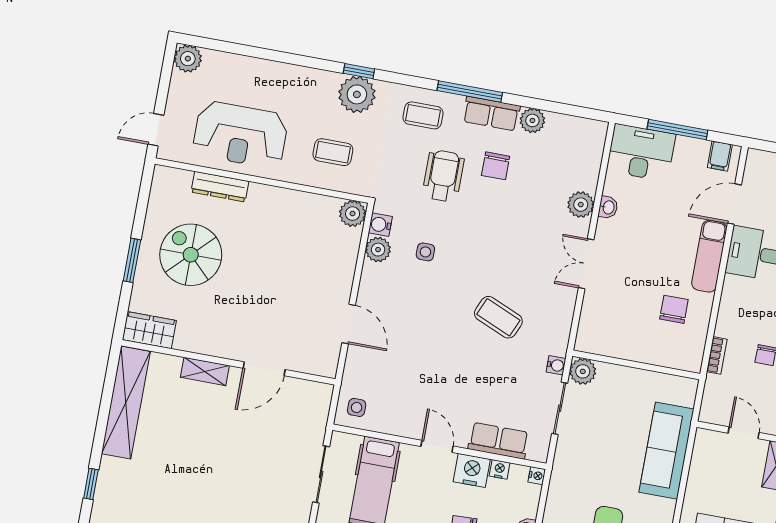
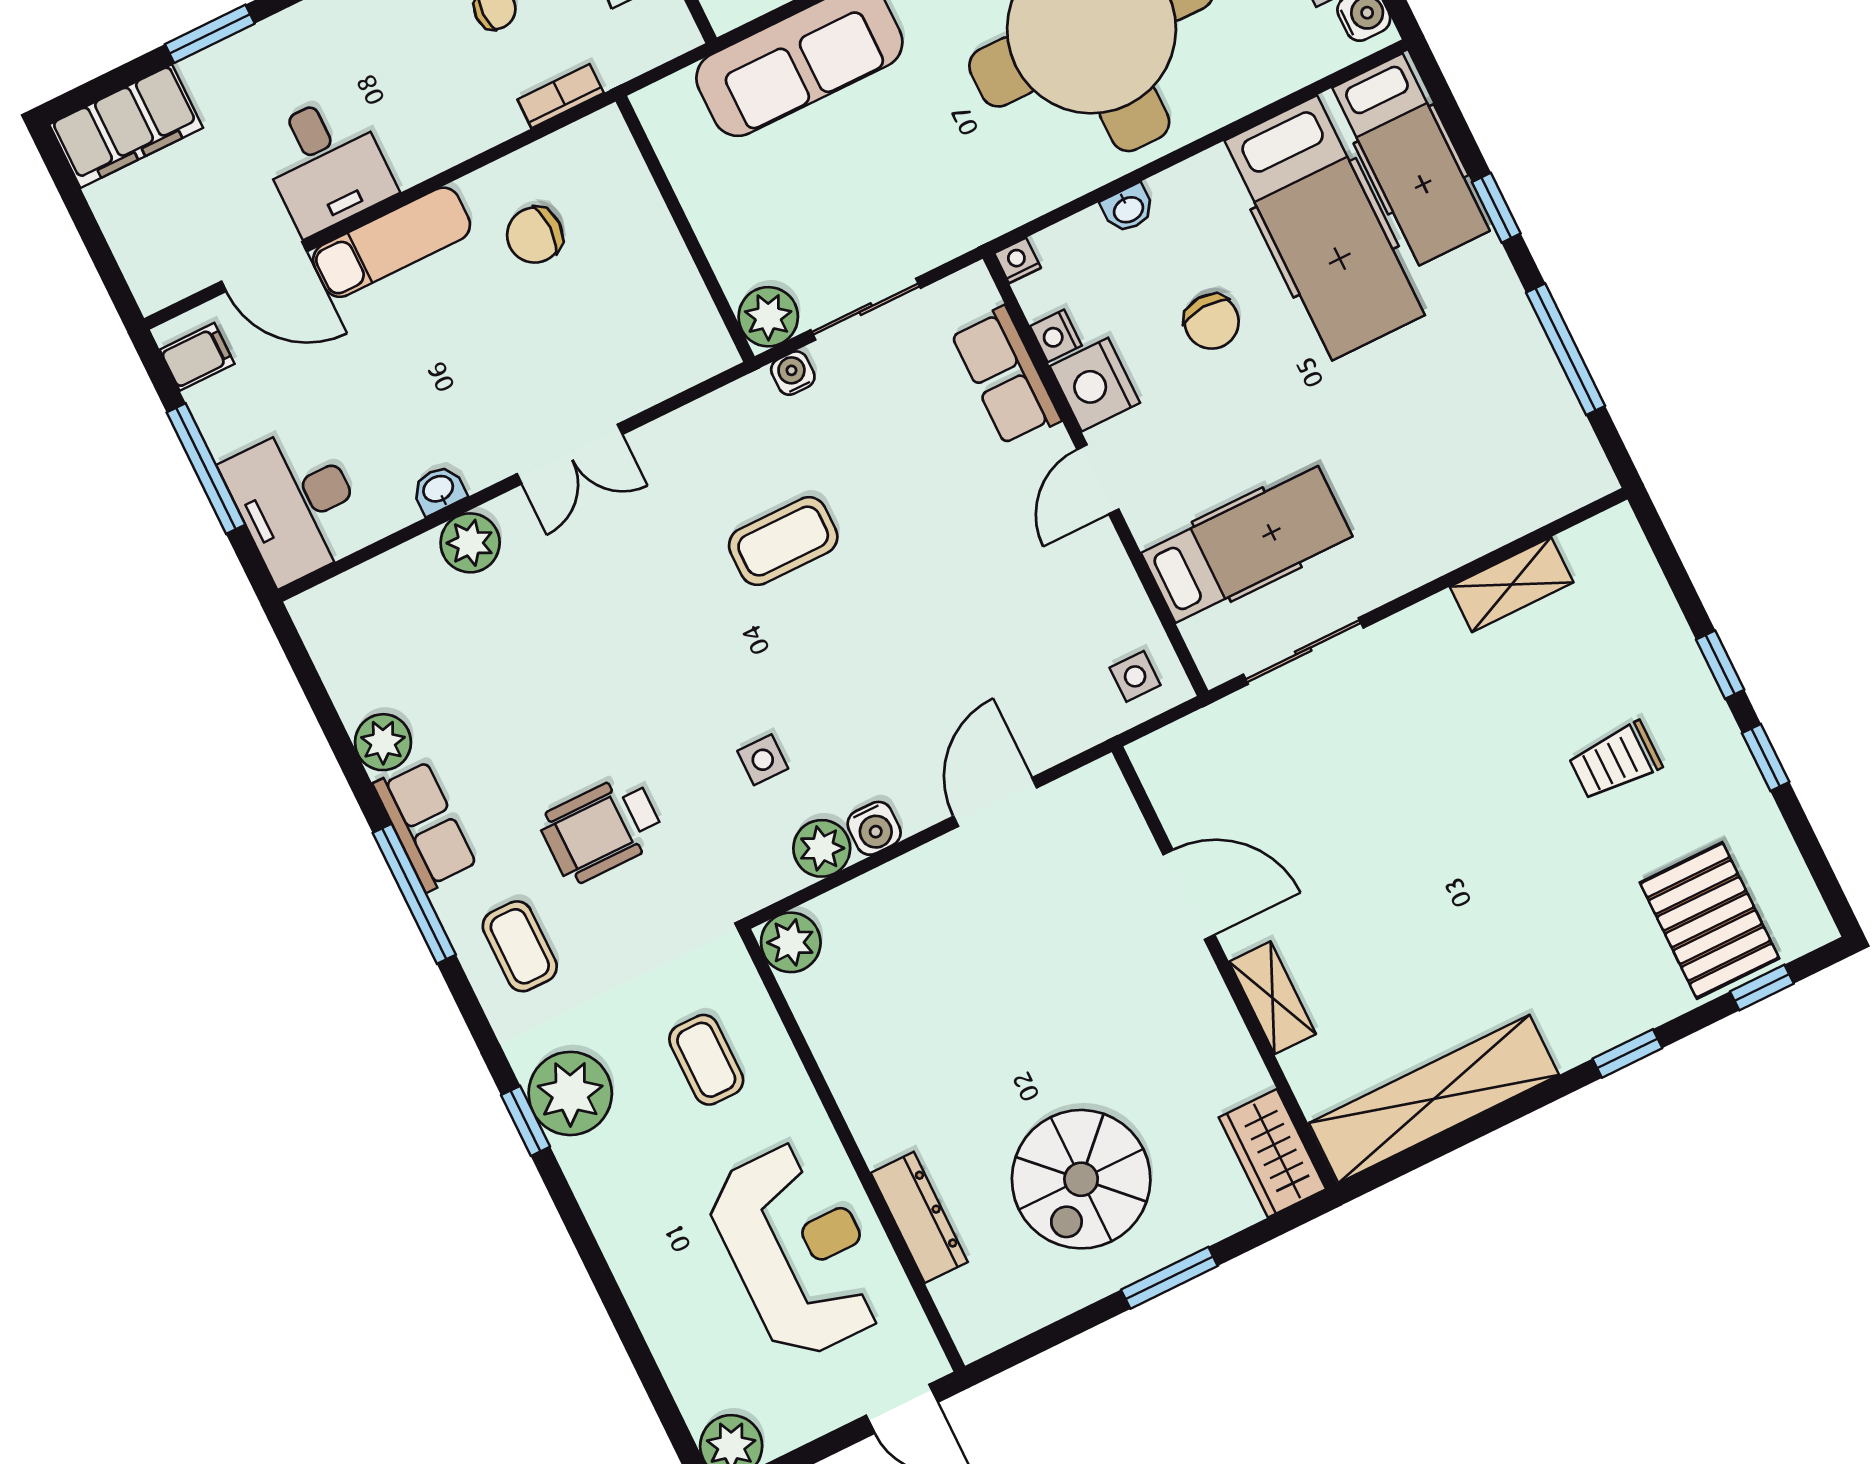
chair: (496, 166) -> (514, 748), removed
water cooler: (380, 225) -> (874, 828), moved
coffee table: (498, 317) -> (783, 541), turned 67

